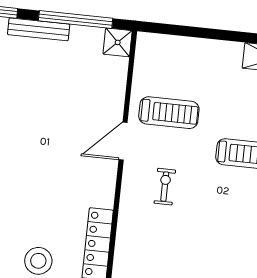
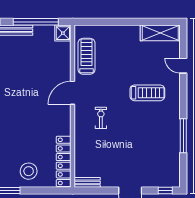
treadmill: (169, 113) -> (87, 56), moved, turned -90

